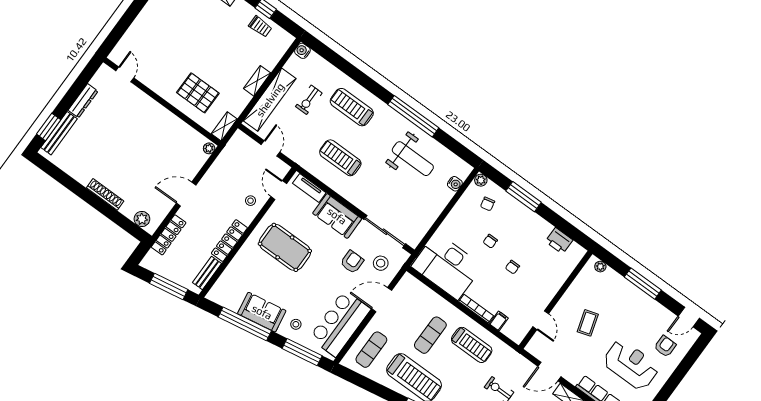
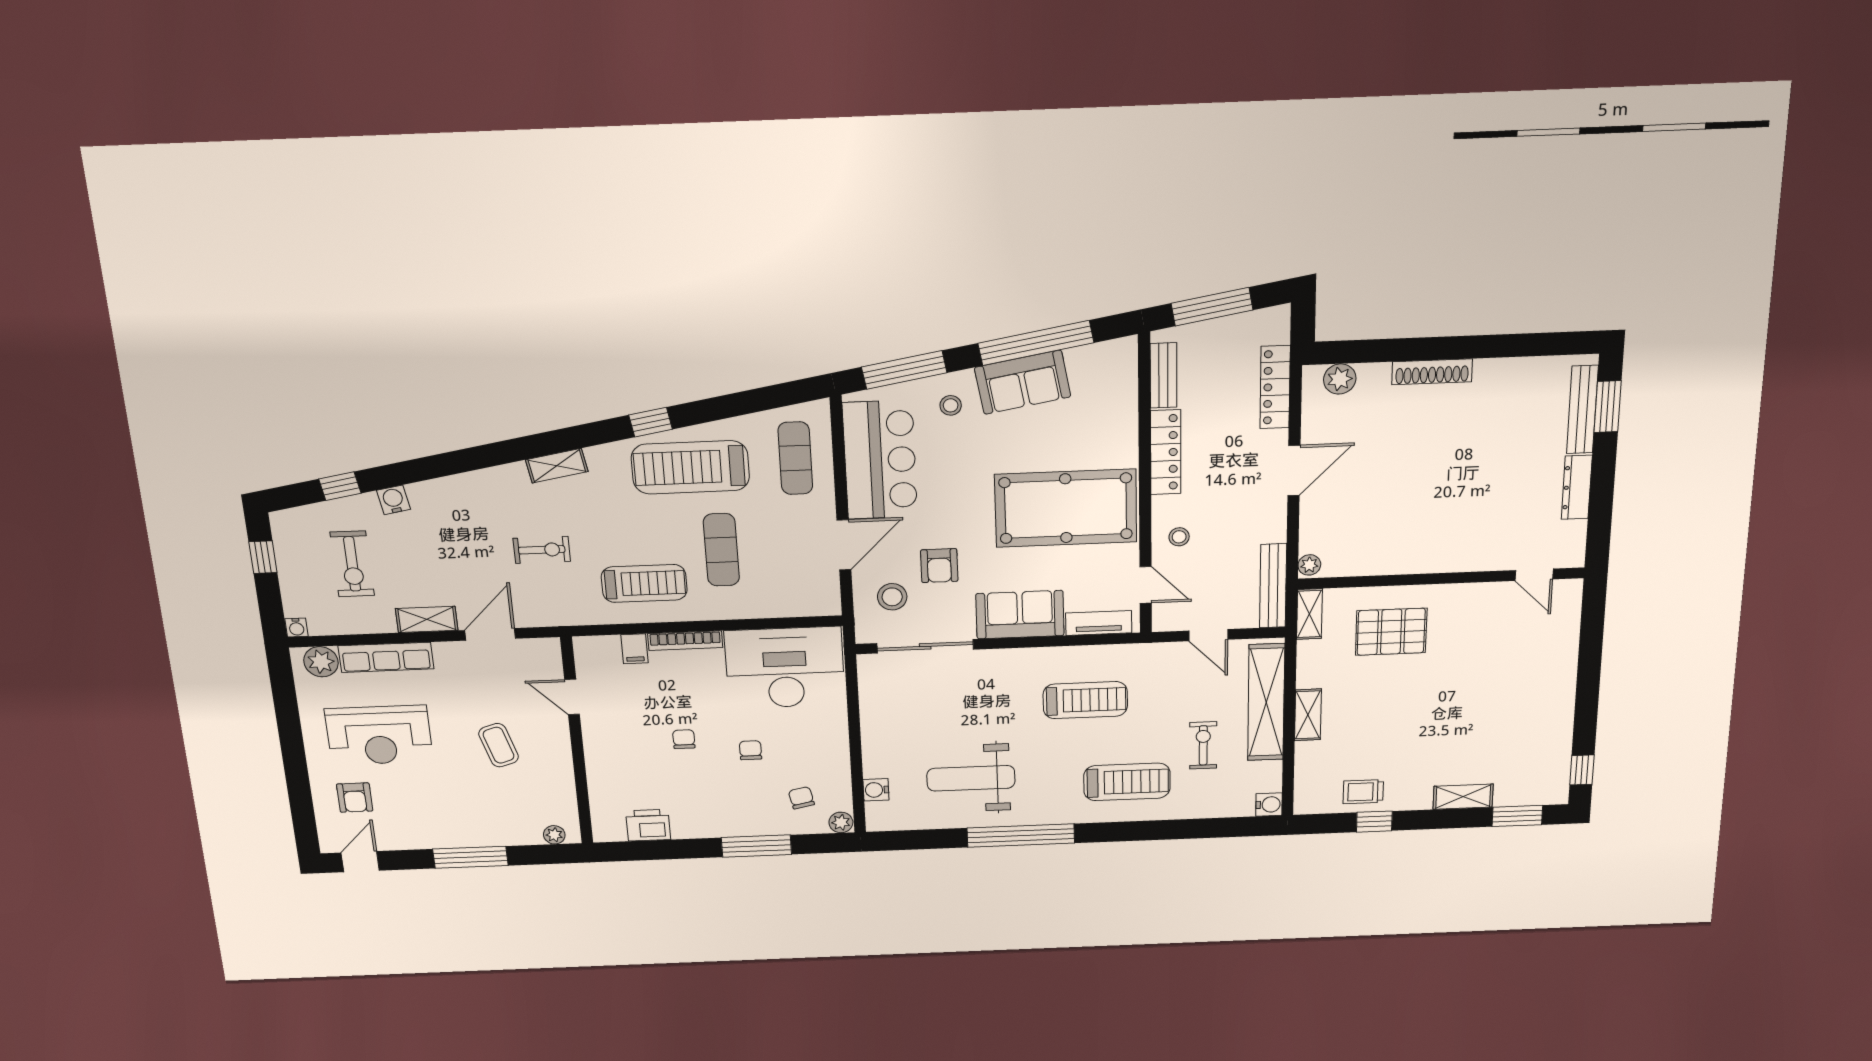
bench: (230, 150) -> (1273, 586), added
pool table: (285, 247) -> (1066, 508), width x1.36, depth x1.32
treadmill: (472, 345) -> (644, 583), turned 180

